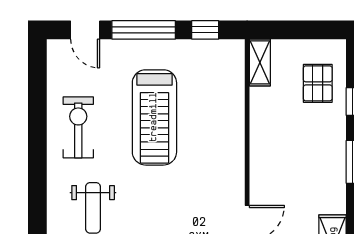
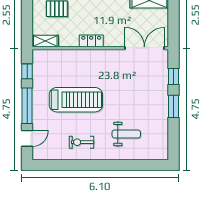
exercise bike: (78, 127) -> (81, 142), width x0.73, depth x0.72
locker: (260, 145) -> (91, 41), added

